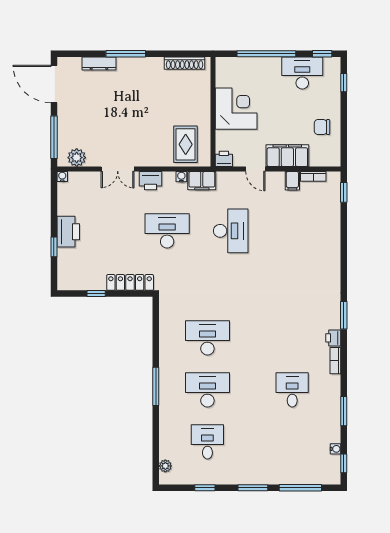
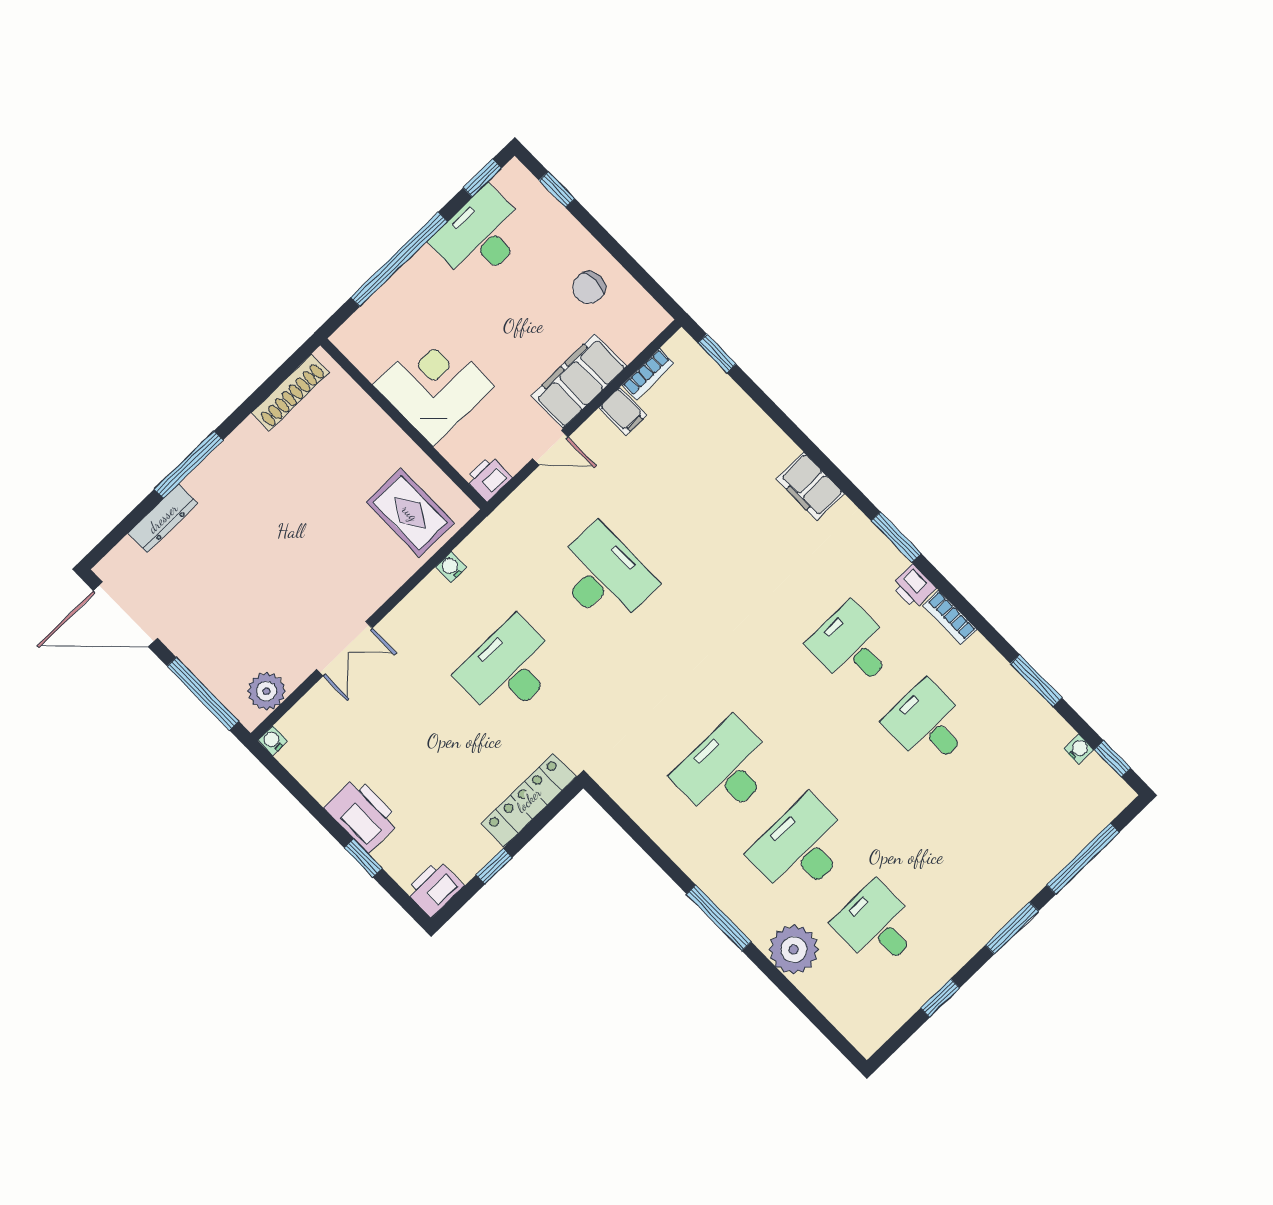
printer: (151, 181) -> (434, 888), moved, turned 180
filing cabinet: (202, 181) -> (810, 486), moved, turned 90
desk: (292, 338) -> (852, 646), added
plant: (165, 466) -> (794, 950), moved, width x1.87, depth x1.87

